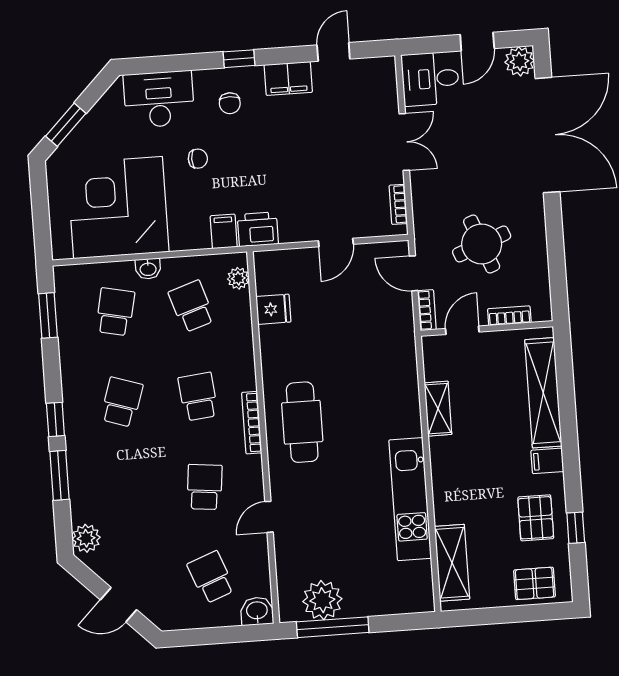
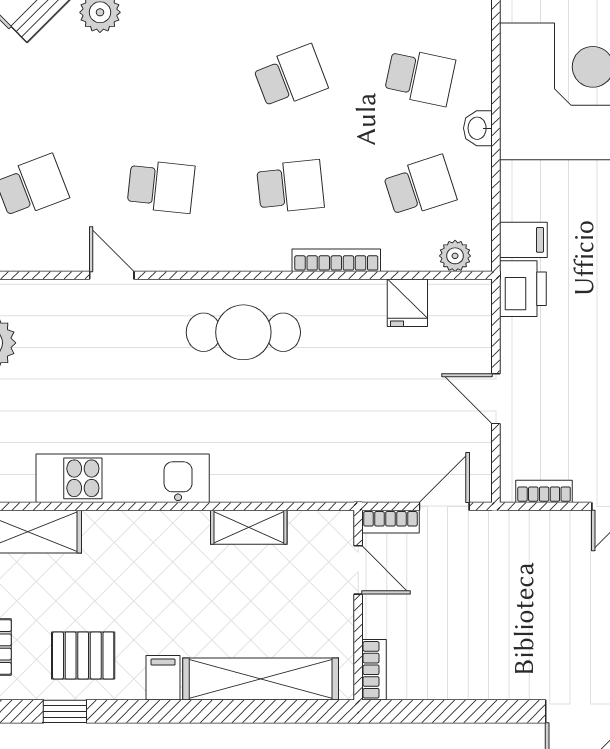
round table: (482, 244) -> (479, 606), removed
bookcase: (509, 316) -> (374, 670), moved
school desk: (122, 402) -> (290, 77), turned -39
bookcase: (252, 423) -> (336, 260), moved

